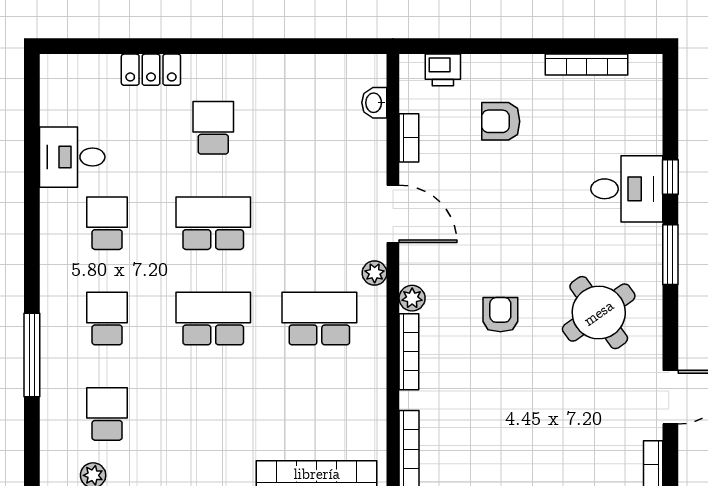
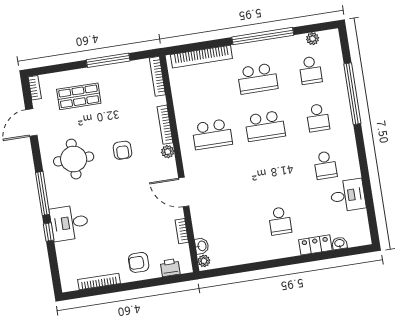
washbasin: (103, 65) -> (339, 243), added
armchair: (501, 121) -> (139, 262), moved, turned 180
school desk: (213, 223) -> (258, 78), moved
window: (670, 255) -> (43, 193), width x1.44
plant: (375, 273) -> (204, 261), moved
round table: (599, 313) -> (74, 159), turned 35
window: (32, 355) -> (352, 94), width x1.46
shop shelf: (569, 434) -> (79, 96), added

